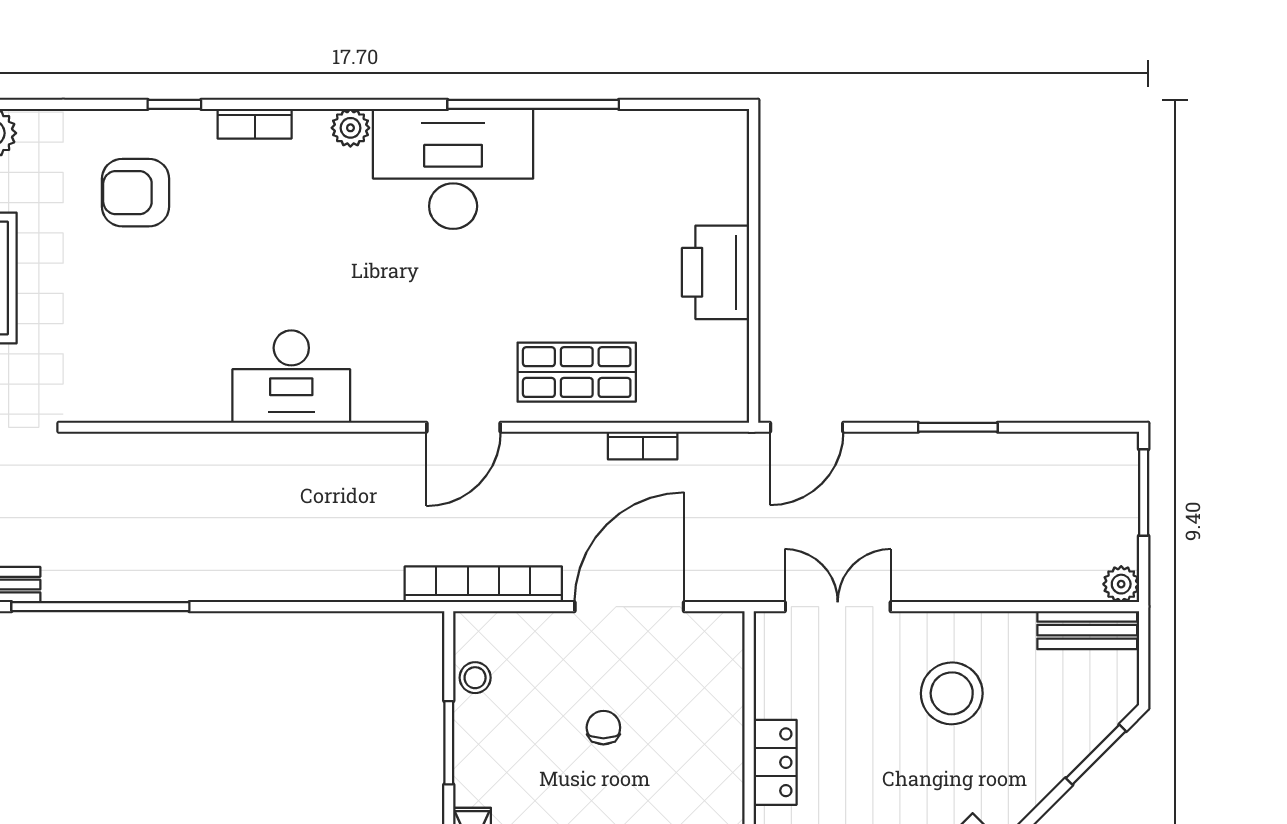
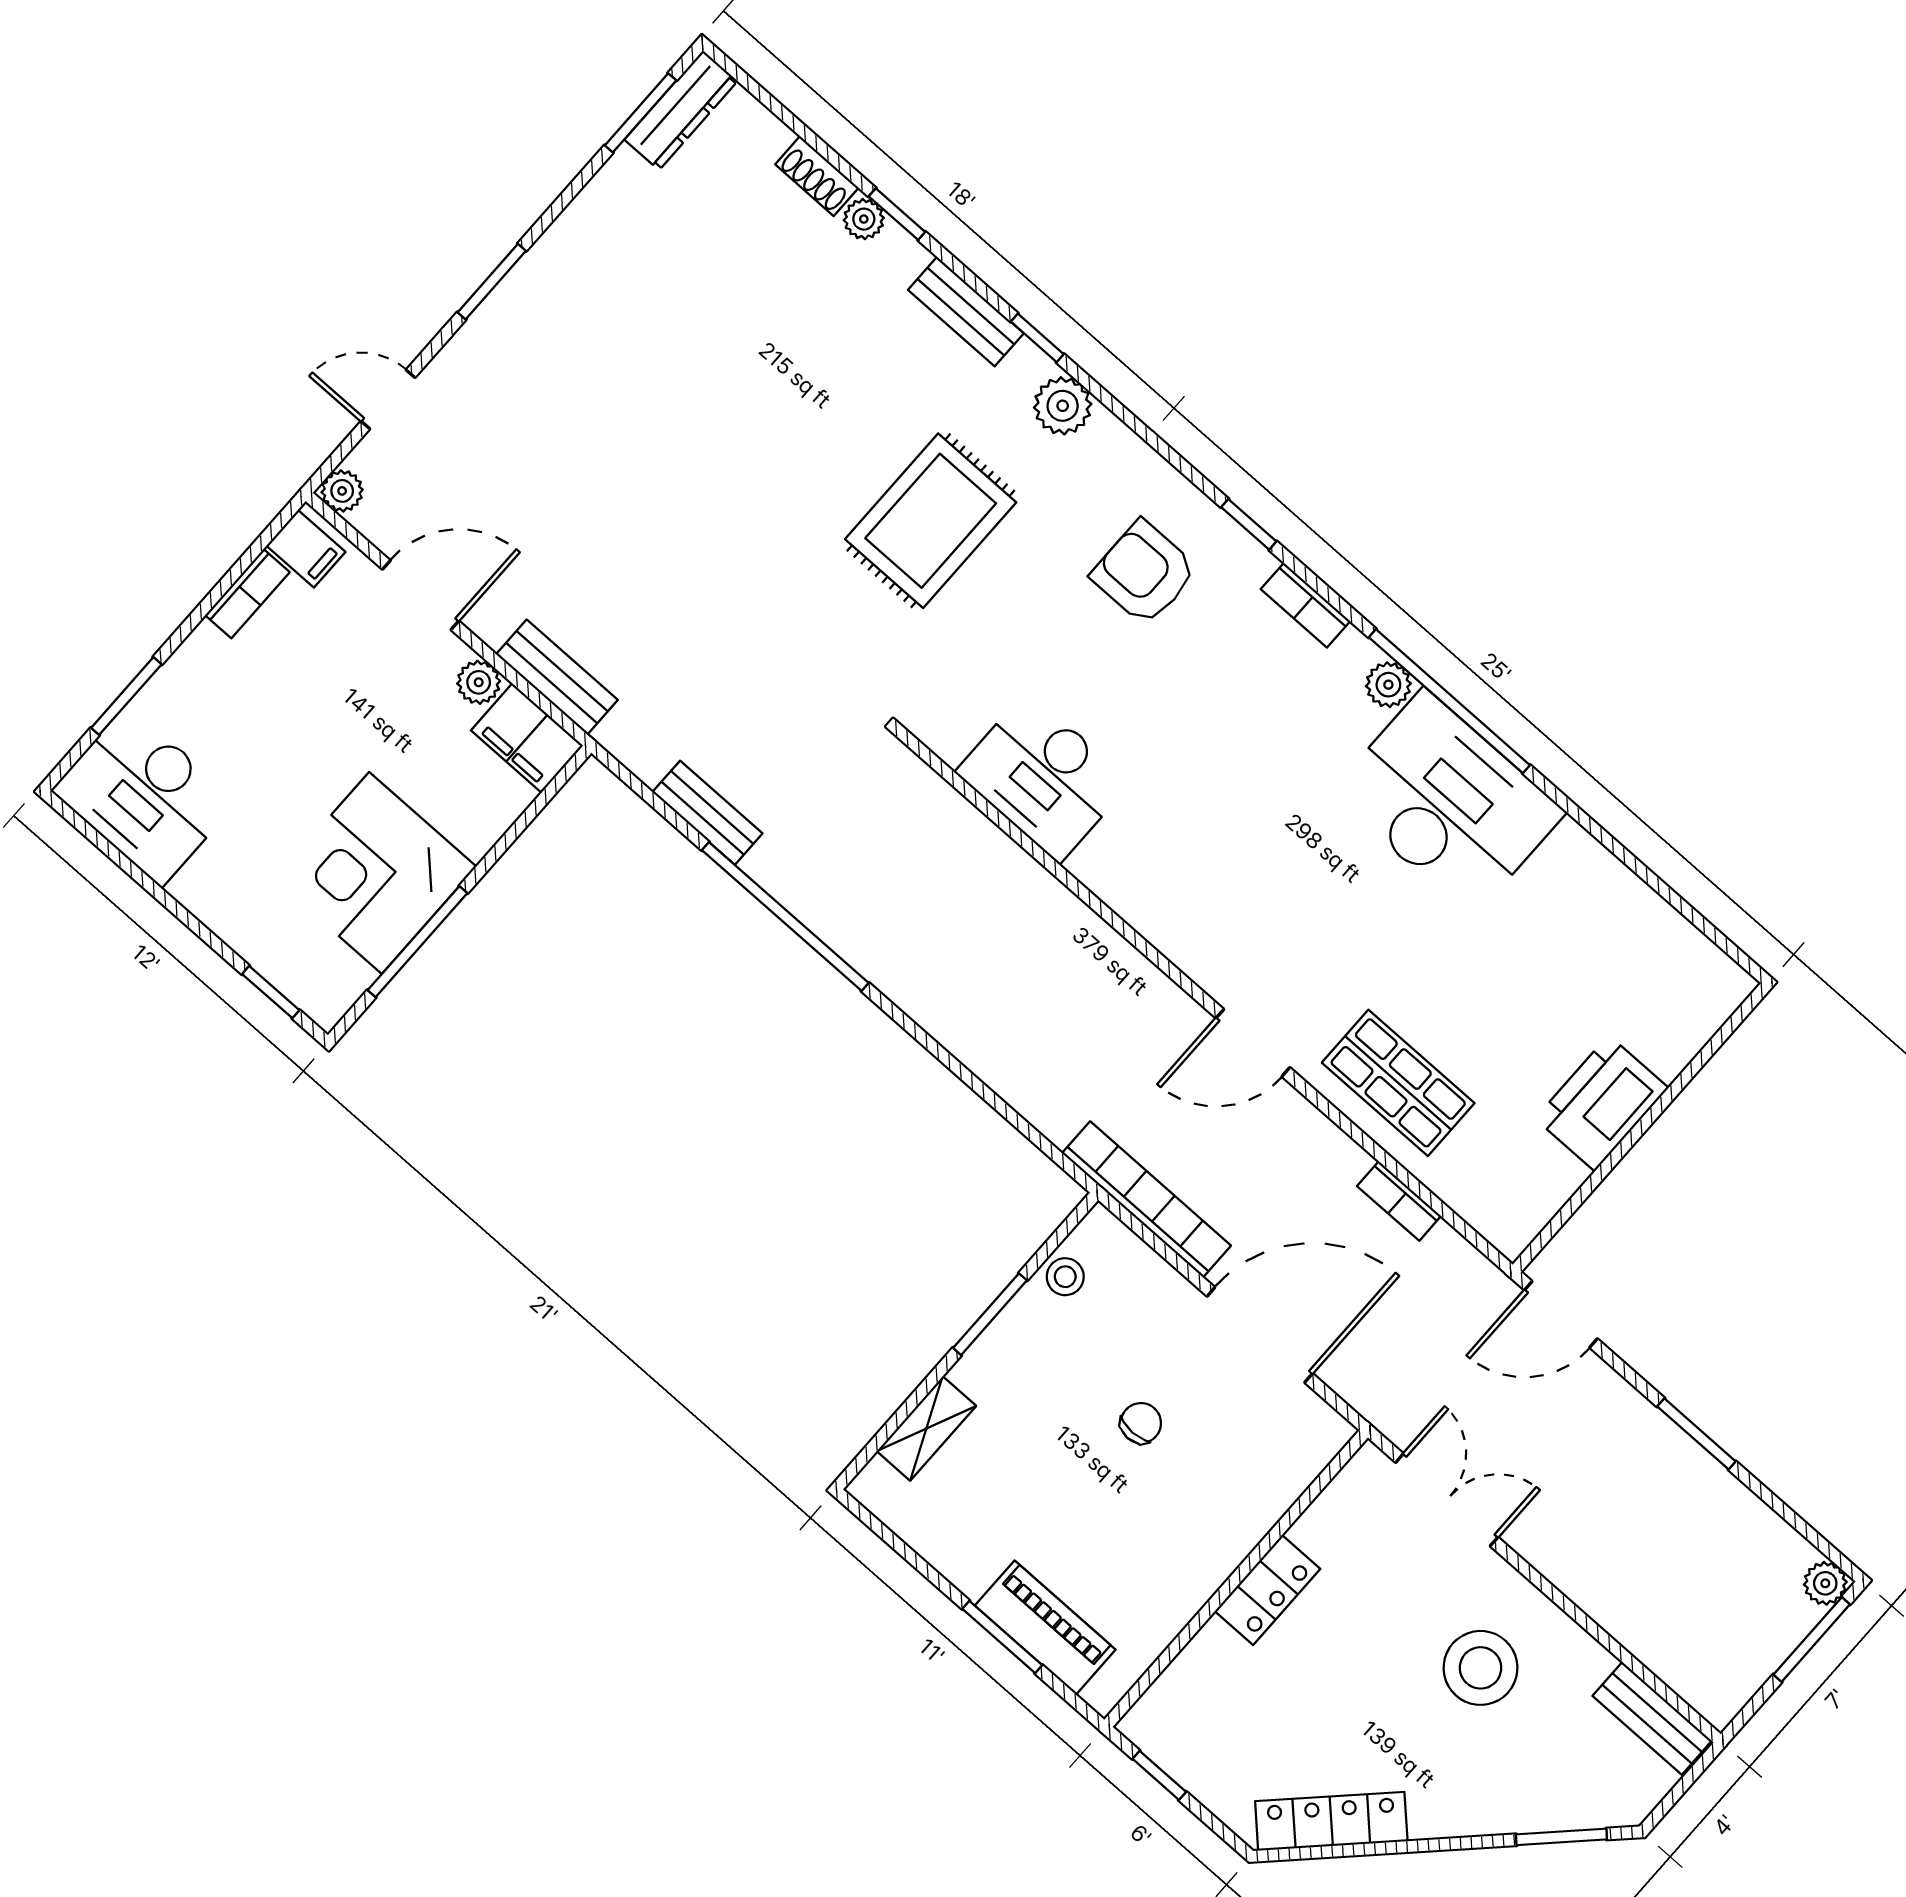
window: (533, 104) -> (1449, 701), moved
desk: (291, 377) -> (1043, 777), moved
plant: (1121, 584) -> (1825, 1583), moved

